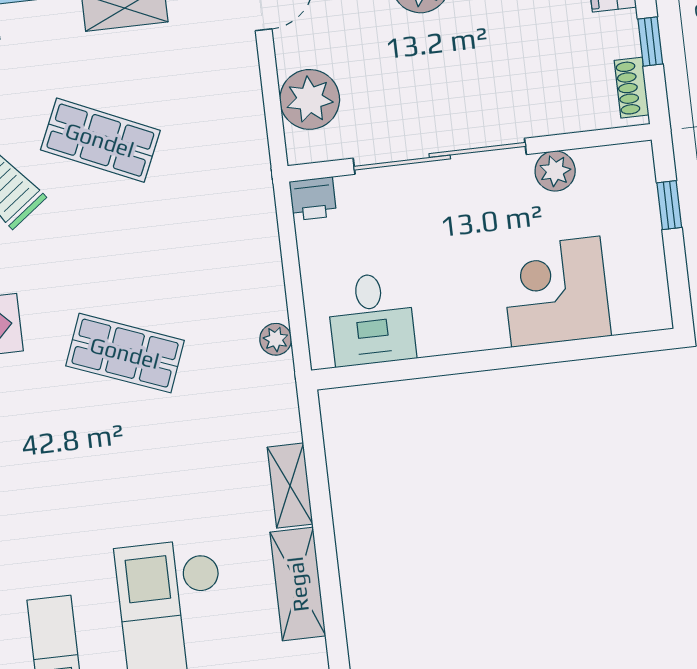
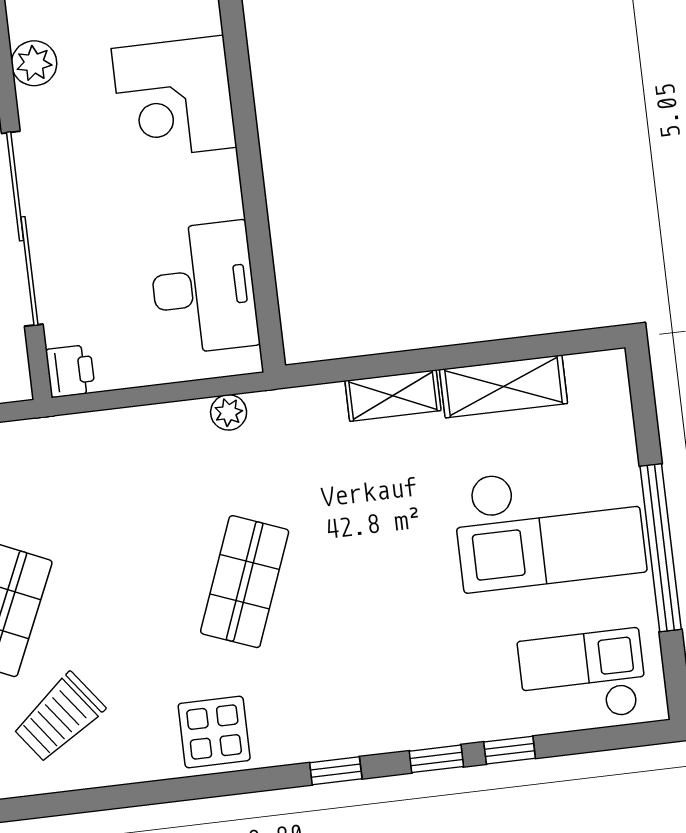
plant: (555, 171) -> (34, 63), moved
desk: (371, 319) -> (204, 288), width x1.37

